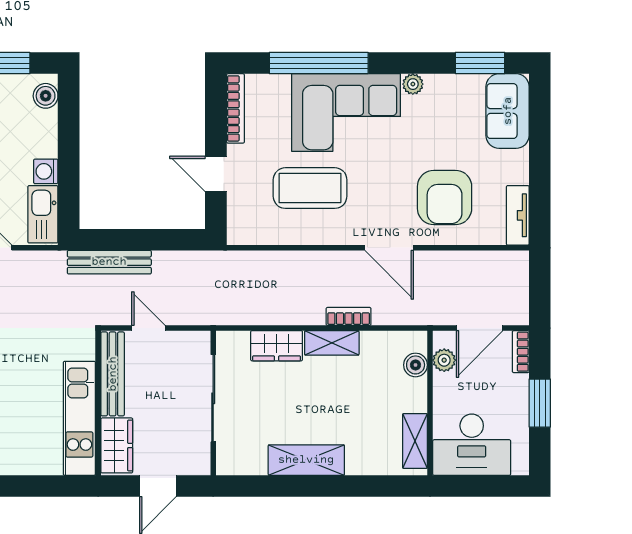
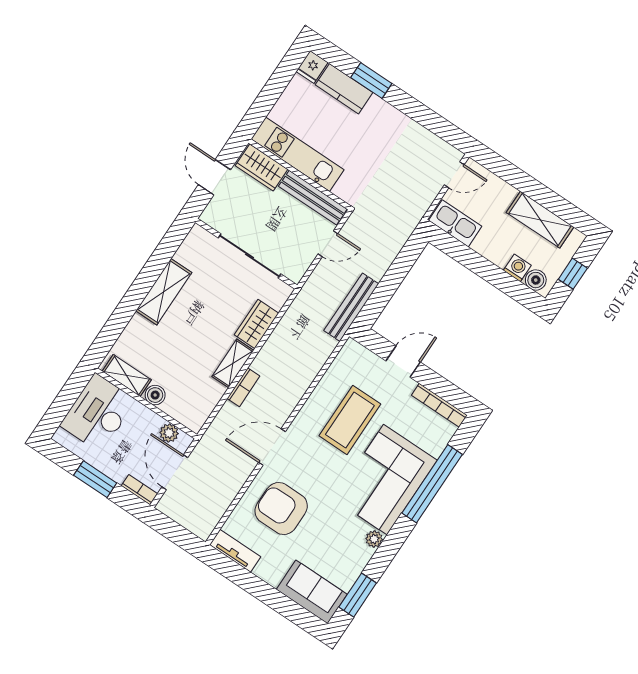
washing machine: (46, 171) -> (517, 268), moved
bench: (109, 262) -> (351, 307), moved
boiler: (416, 365) -> (155, 395), moved

